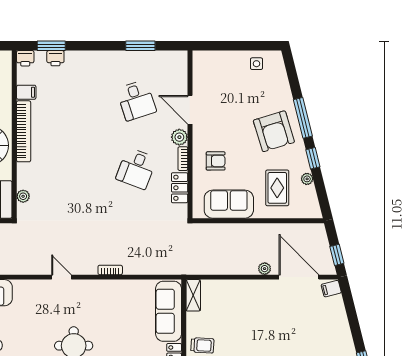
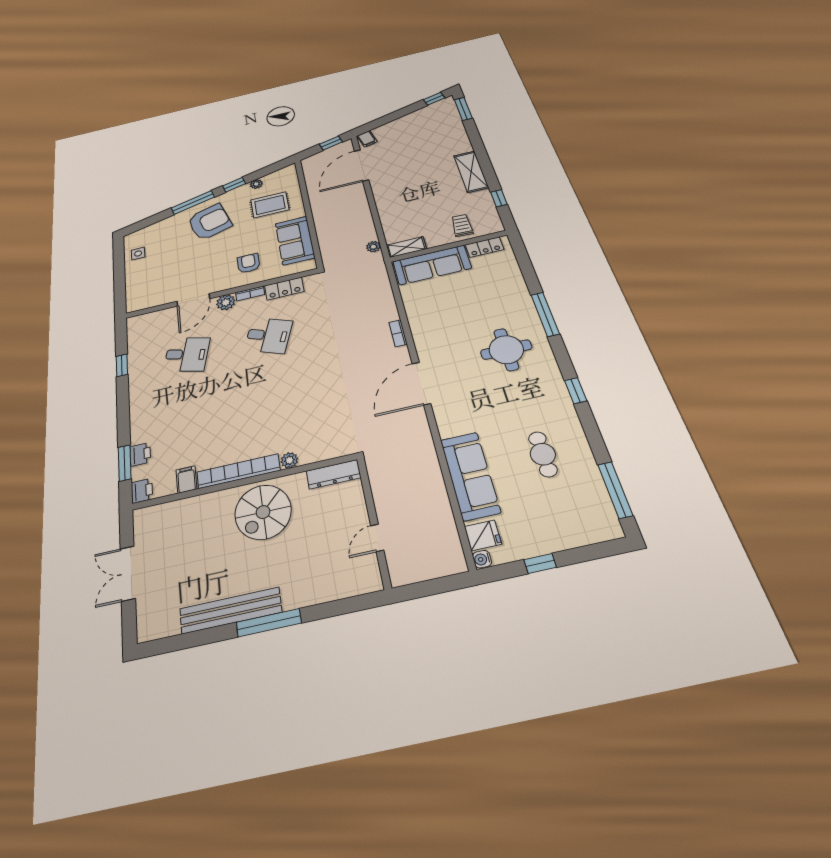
window: (140, 46) -> (122, 365), width x0.67
desk: (136, 100) -> (187, 354), turned 33
plant: (23, 196) -> (289, 460), moved
plant: (265, 269) -> (373, 247), moved
door: (61, 277) -> (421, 383), width x1.88

